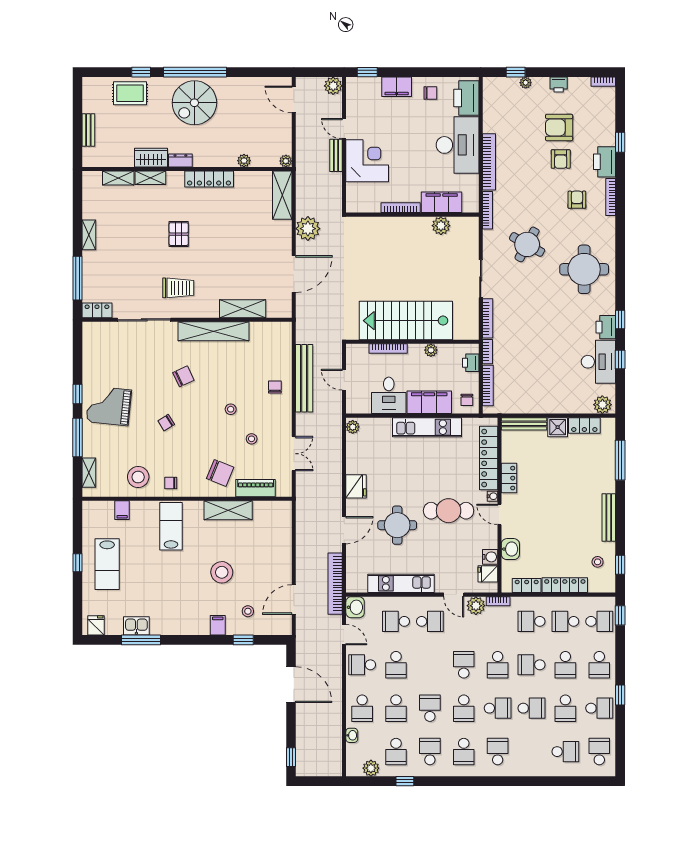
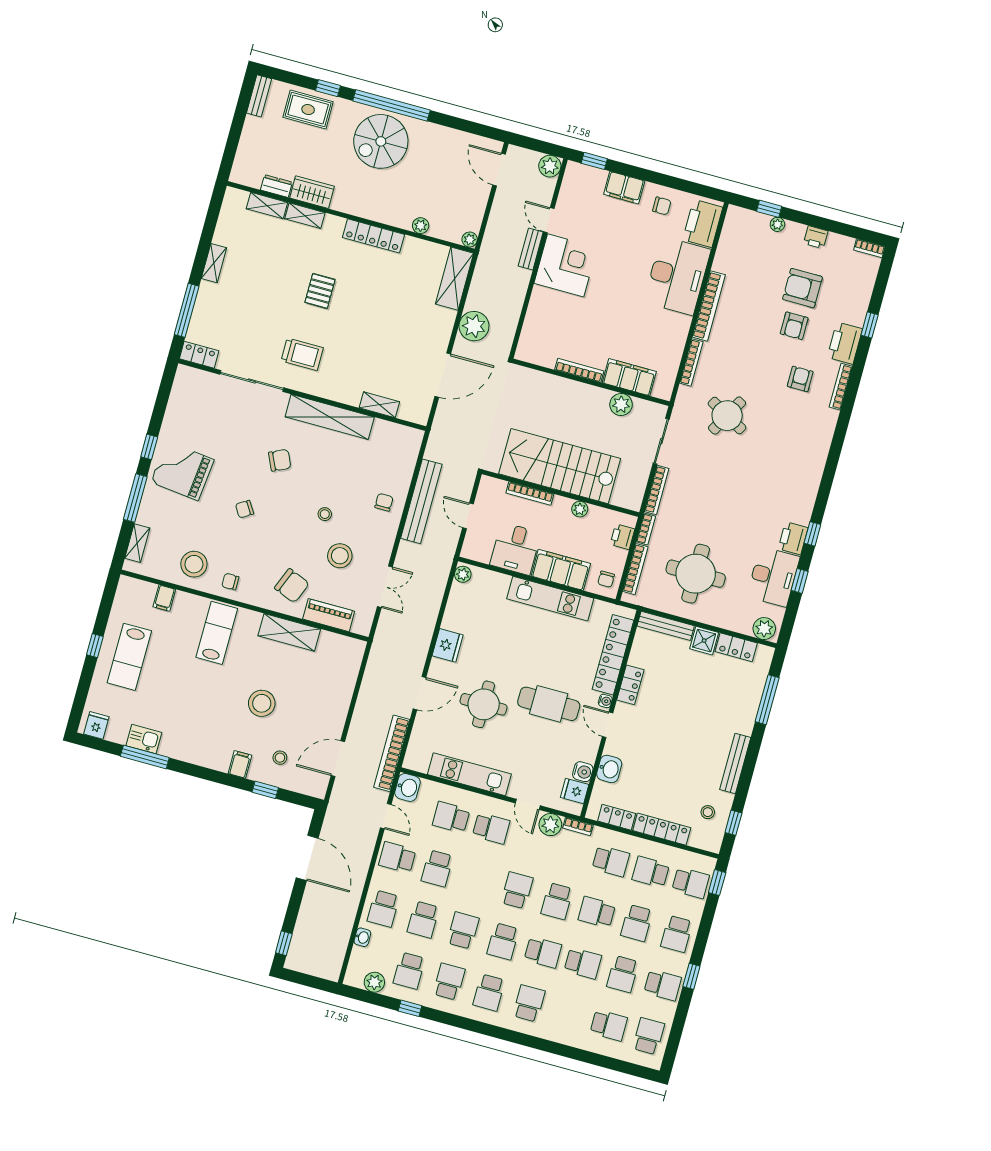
bench: (88, 130) -> (259, 96), moved
dresser: (180, 161) -> (276, 186), moved
filing cabinet: (442, 202) -> (629, 377), moved
bookcase: (401, 208) -> (579, 370), moved
wall: (412, 215) -> (591, 382), moved
plant: (441, 226) -> (621, 405), moved
round table: (584, 269) -> (696, 574), moved
shelving: (243, 309) -> (379, 405), width x0.67, depth x0.75
stool: (252, 439) -> (340, 556), width x1.89, depth x1.89
school desk: (532, 621) -> (611, 861), turned 180

